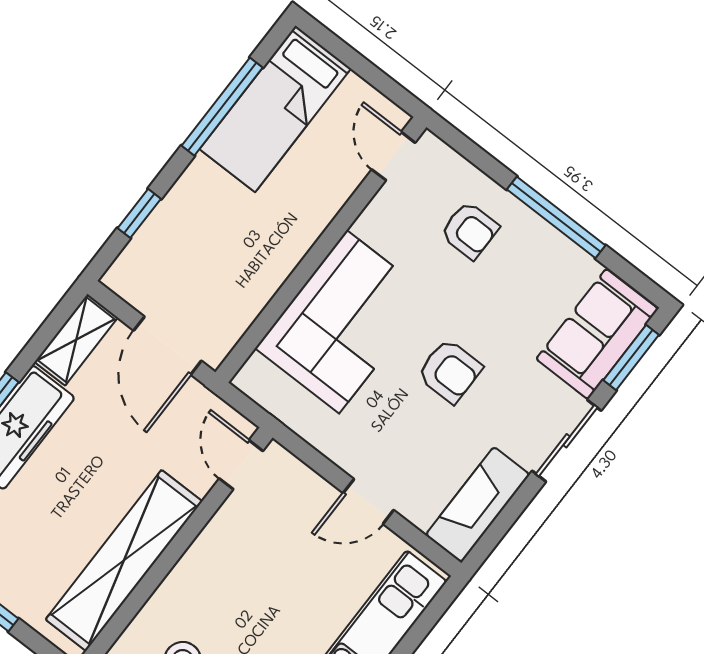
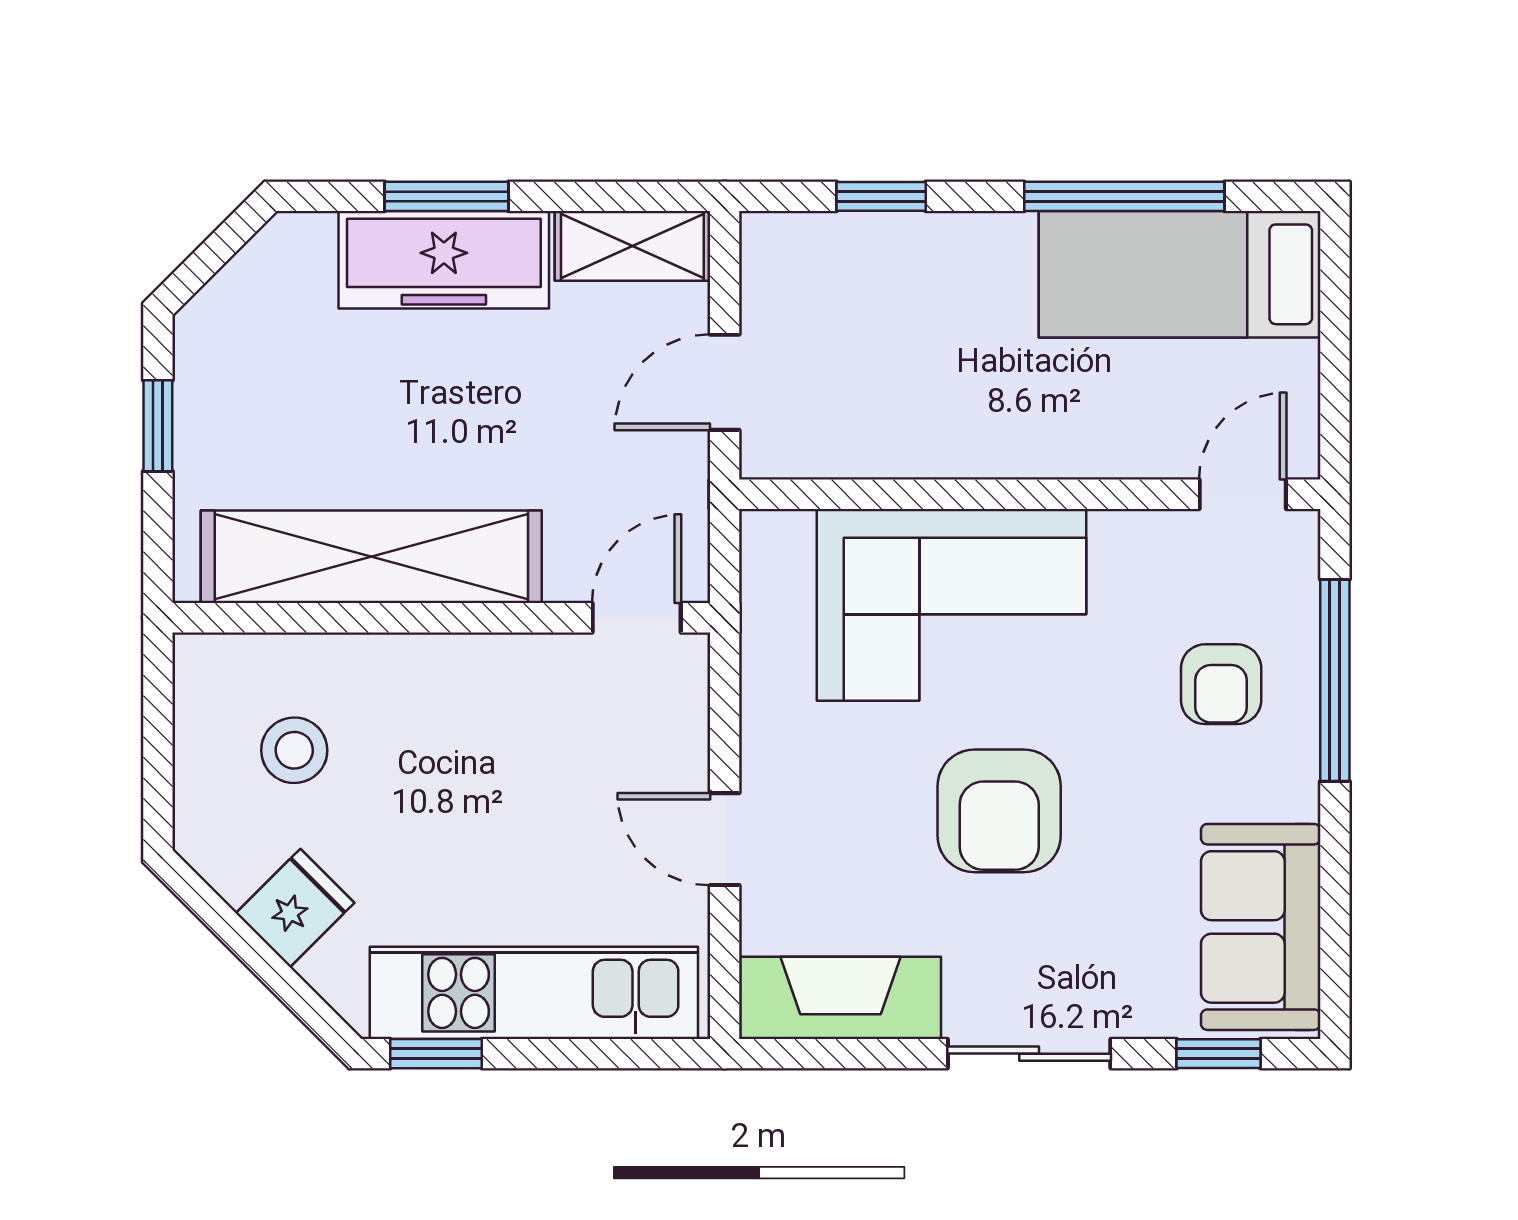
window: (556, 217) -> (1335, 680), moved
sofa: (597, 334) -> (1261, 927), moved, turned -90
door: (168, 346) -> (725, 382), width x0.73
window: (631, 357) -> (1219, 1054), width x0.67
armchair: (450, 371) -> (999, 811), width x1.38, depth x1.38

